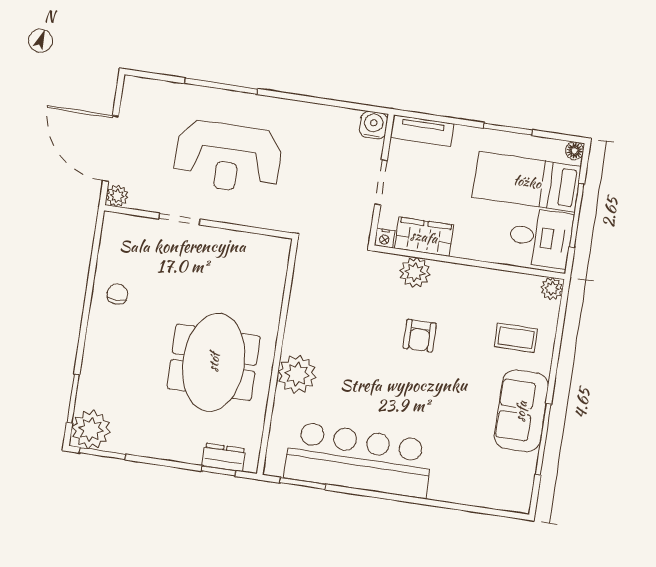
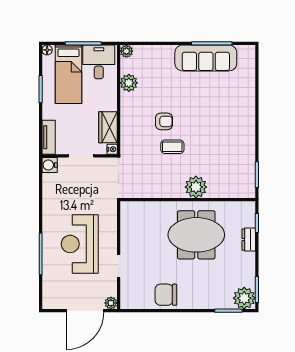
reception desk: (228, 157) -> (80, 244), turned 180
plant: (415, 272) -> (129, 83), moved
chair: (117, 294) -> (166, 295), width x1.87, depth x1.87
coffee table: (516, 338) -> (172, 147), moved, turned 90
sofa: (521, 411) -> (206, 58), width x1.36
dresser: (224, 457) -> (249, 240), moved
bar counter: (359, 460) -> (239, 145), removed

